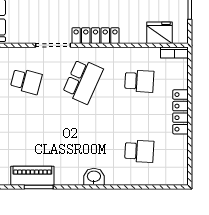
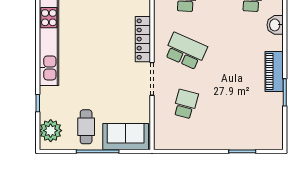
piano: (32, 176) -> (274, 71), moved
washbasin: (94, 177) -> (275, 25), moved

